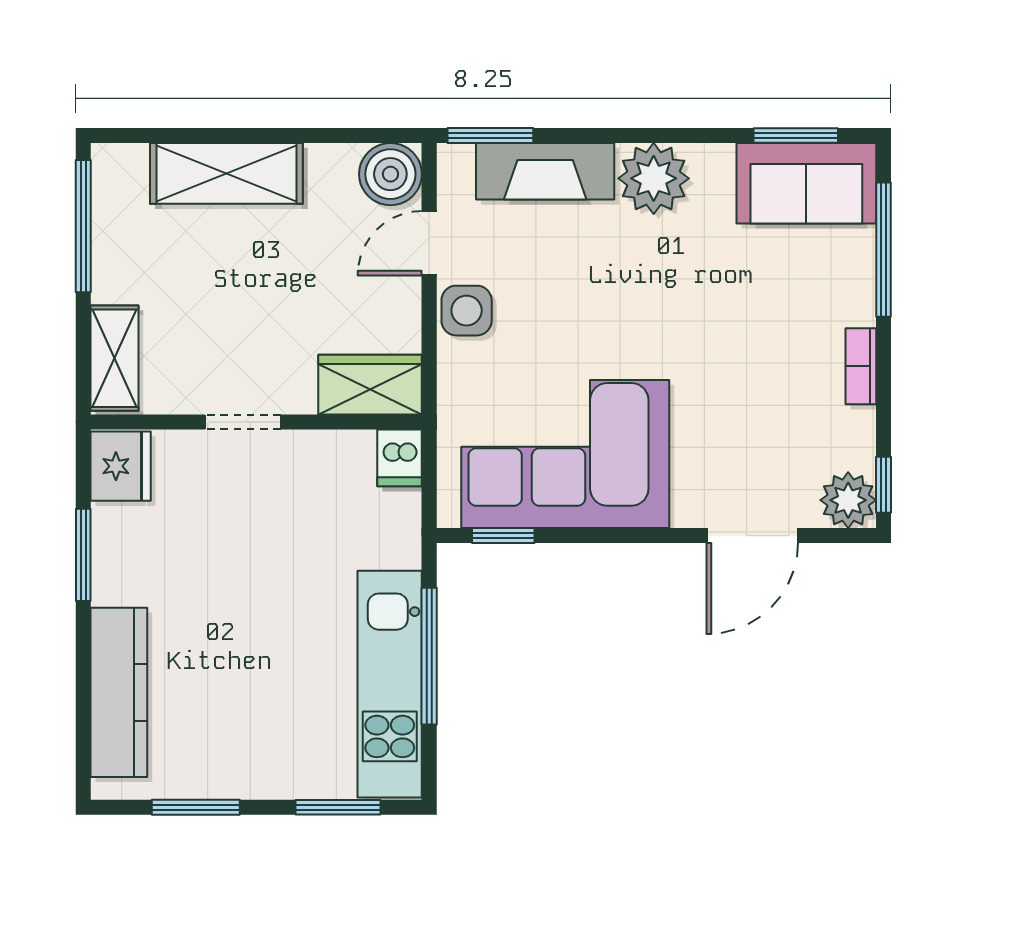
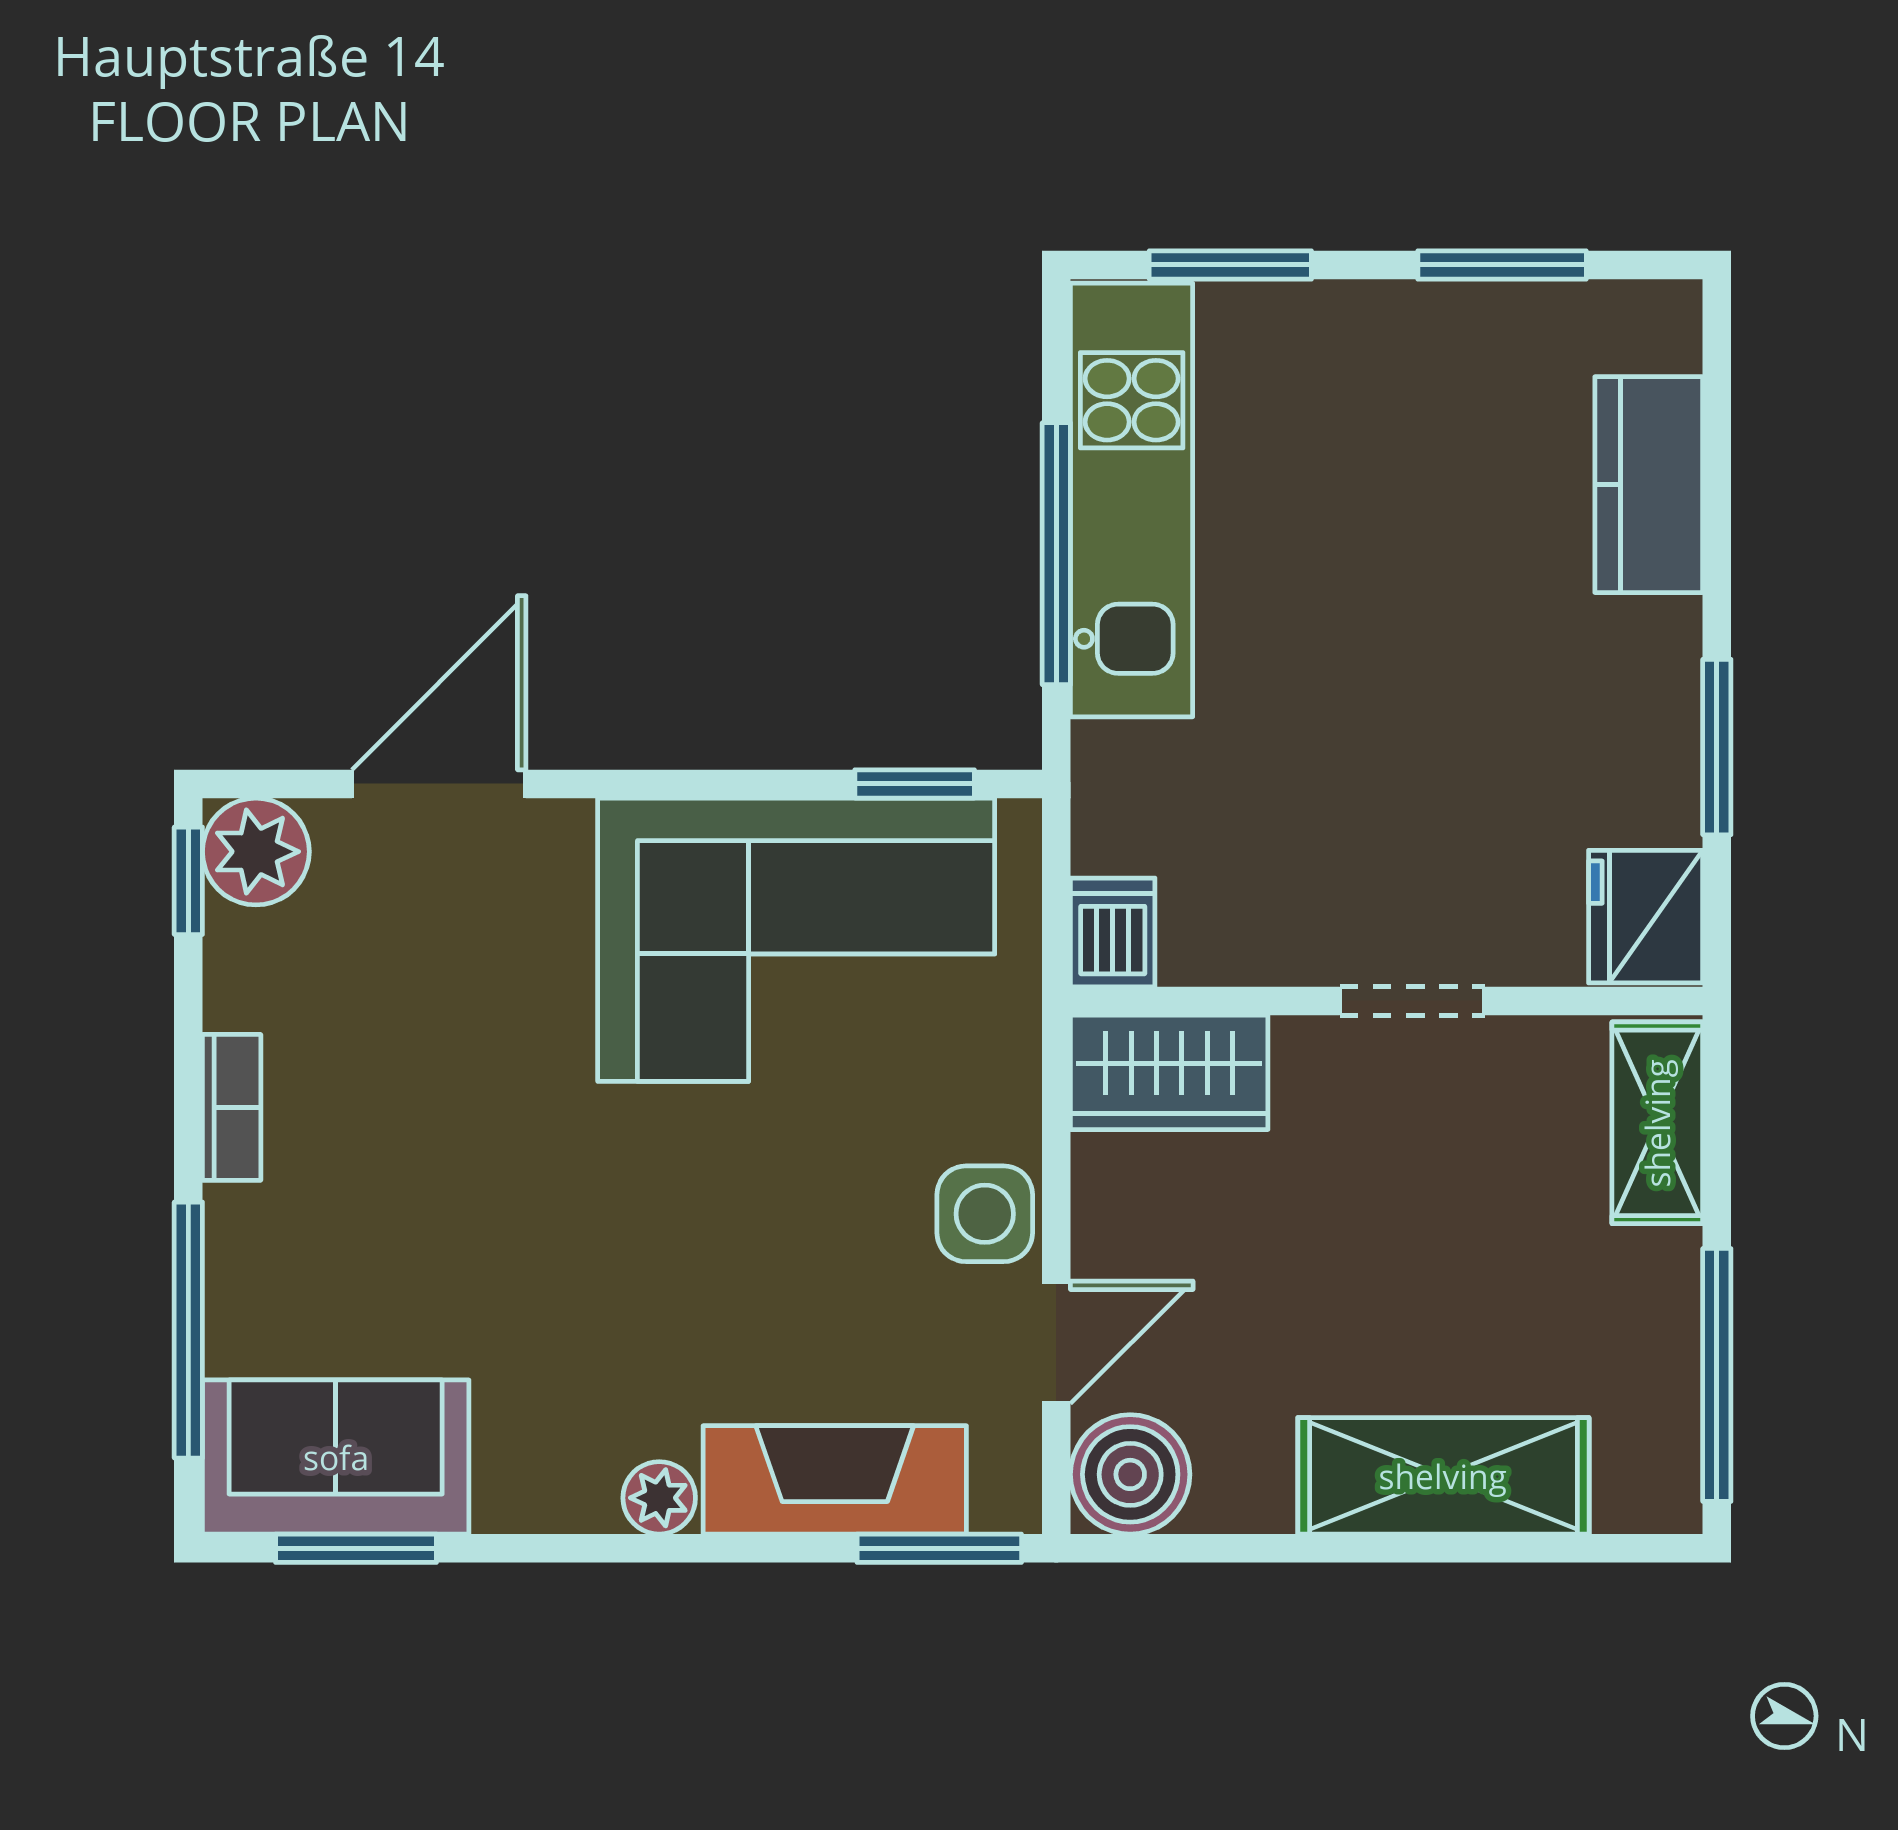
plant: (654, 178) -> (659, 1498), width x0.53, depth x0.53
kitchen counter: (119, 692) -> (1649, 485), width x0.67

